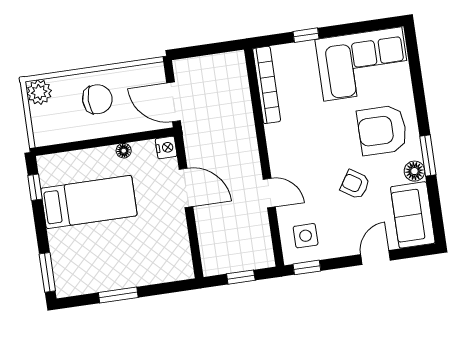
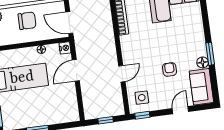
armchair: (382, 130) -> (185, 40), removed
armchair: (355, 184) -> (170, 69), turned 57
door: (186, 188) -> (76, 70), swing flipped
door: (269, 193) -> (122, 74), hinge flipped

